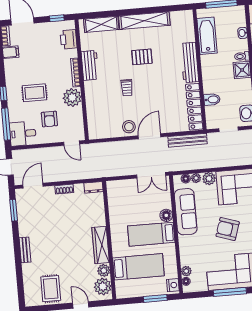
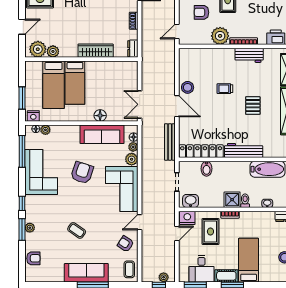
bed: (151, 234) -> (75, 83), moved, turned 180
wardrobe: (101, 245) -> (96, 51), moved
window: (230, 292) -> (22, 151), moved

